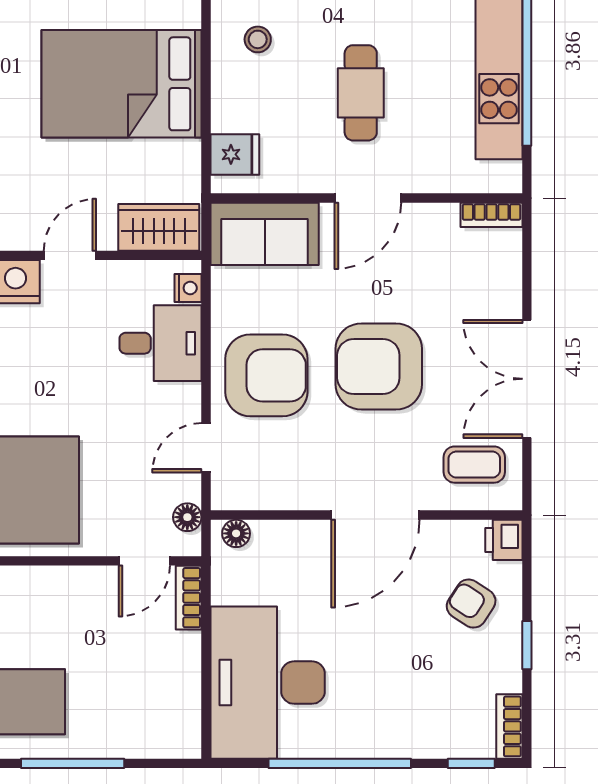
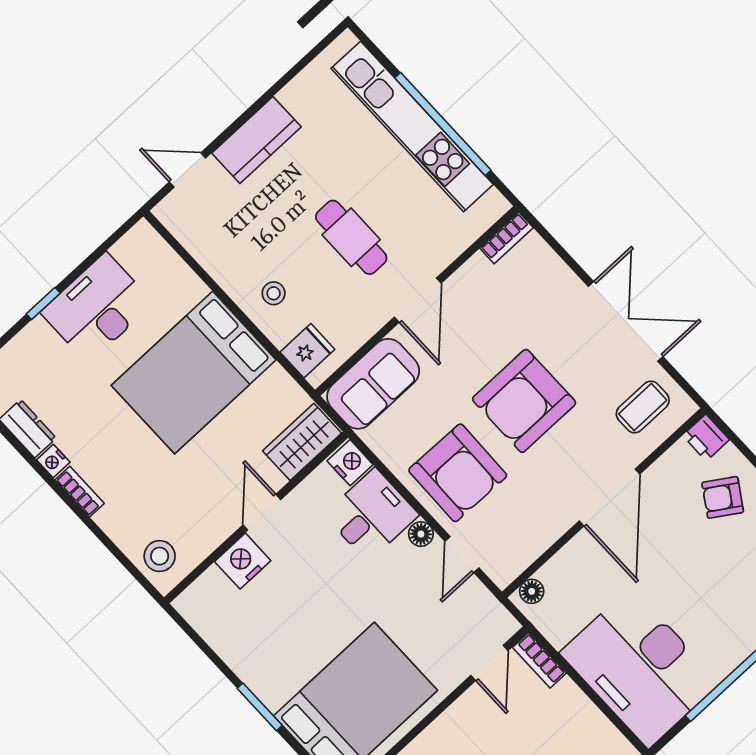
stool: (258, 39) -> (274, 293), moved
nightstand: (188, 288) -> (350, 463), width x1.39, depth x1.35
armchair: (266, 375) -> (458, 473), turned 91
double door: (527, 379) -> (626, 321), swing flipped
floor lamp: (187, 517) -> (421, 534), moved

